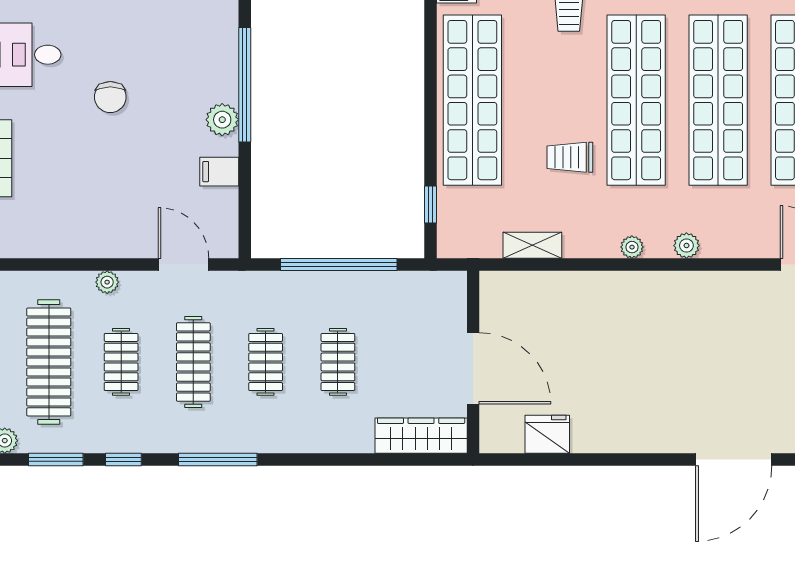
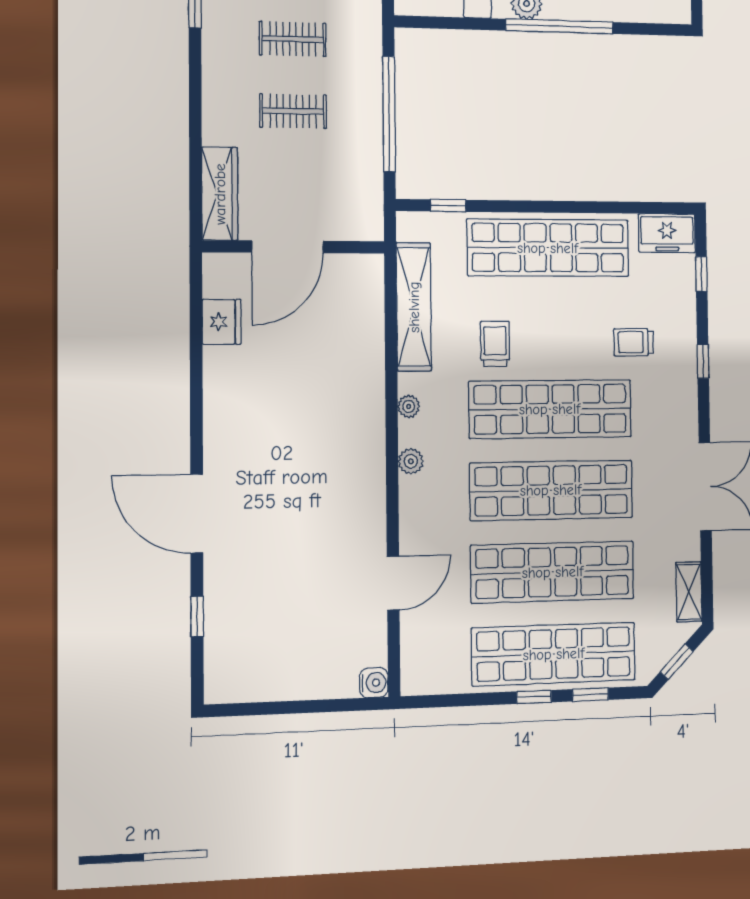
shelving: (532, 245) -> (414, 307), width x2.20, depth x1.33

